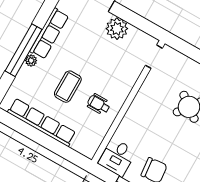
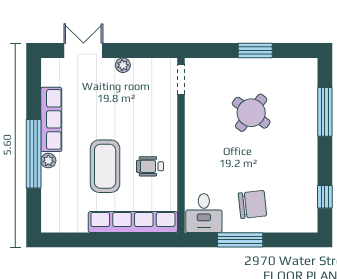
plant: (117, 29) -> (123, 65), width x0.53, depth x0.53
coffee table: (68, 87) -> (105, 166), width x1.36, depth x1.32
row of seats: (42, 122) -> (133, 222), moved

